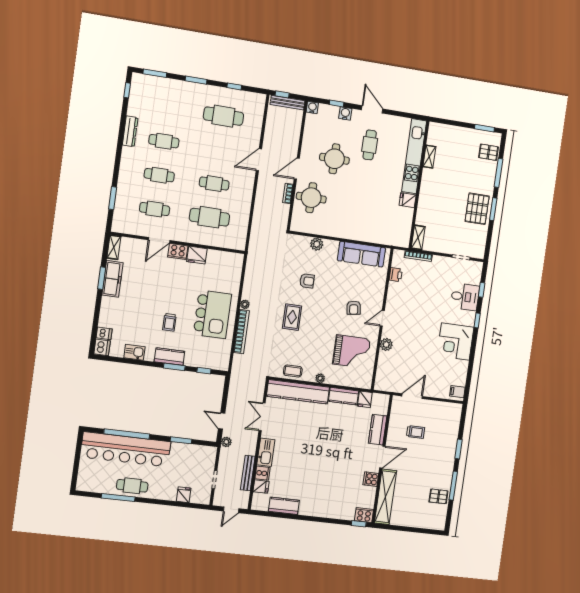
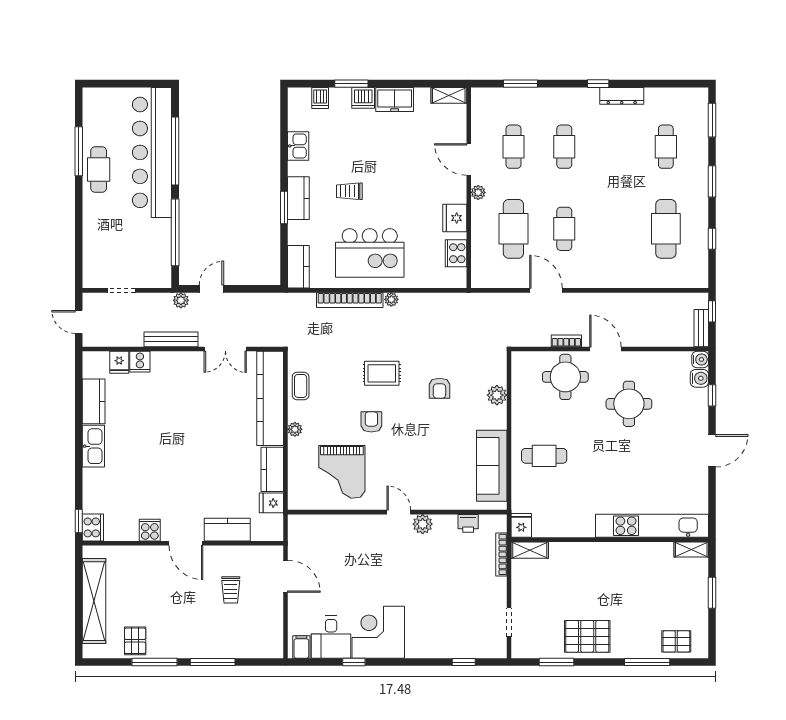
window: (127, 90) -> (598, 84), moved
bench: (288, 103) -> (701, 328), width x0.73
water cooler: (345, 113) -> (699, 378), moved
window: (484, 128) -> (712, 593), moved
cafe table: (164, 141) -> (666, 147), moved
cafe table: (370, 145) -> (544, 456), moved
pallet: (488, 152) -> (676, 641), turned 90
shelving: (429, 157) -> (691, 550), moved
door: (259, 160) -> (546, 290), moved
fridge: (408, 200) -> (521, 525), moved
window: (493, 209) -> (557, 662), moved
plant: (182, 237) -> (478, 192), added
cooker: (178, 251) -> (456, 253), moved
window: (102, 278) -> (351, 84), moved
freezer: (113, 279) -> (395, 99), width x0.71
desk: (465, 297) -> (331, 637), moved
armchair: (354, 308) -> (371, 422), moved, turned 98
window: (477, 320) -> (354, 662), moved
plant: (386, 344) -> (423, 524), moved
dishwasher: (102, 347) -> (363, 98), moved
kitchen counter: (215, 362) -> (298, 267), added
window: (204, 371) -> (284, 252), removed
double door: (262, 417) -> (225, 349), swing flipped
window: (181, 440) -> (175, 232), width x2.11
window: (459, 449) -> (213, 662), width x1.44
kitchen sink: (266, 452) -> (93, 446), moved, turned -90
bench: (248, 473) -> (171, 339), moved
fridge: (184, 495) -> (94, 247), removed
shelving: (386, 497) -> (94, 601), moved, turned 90

